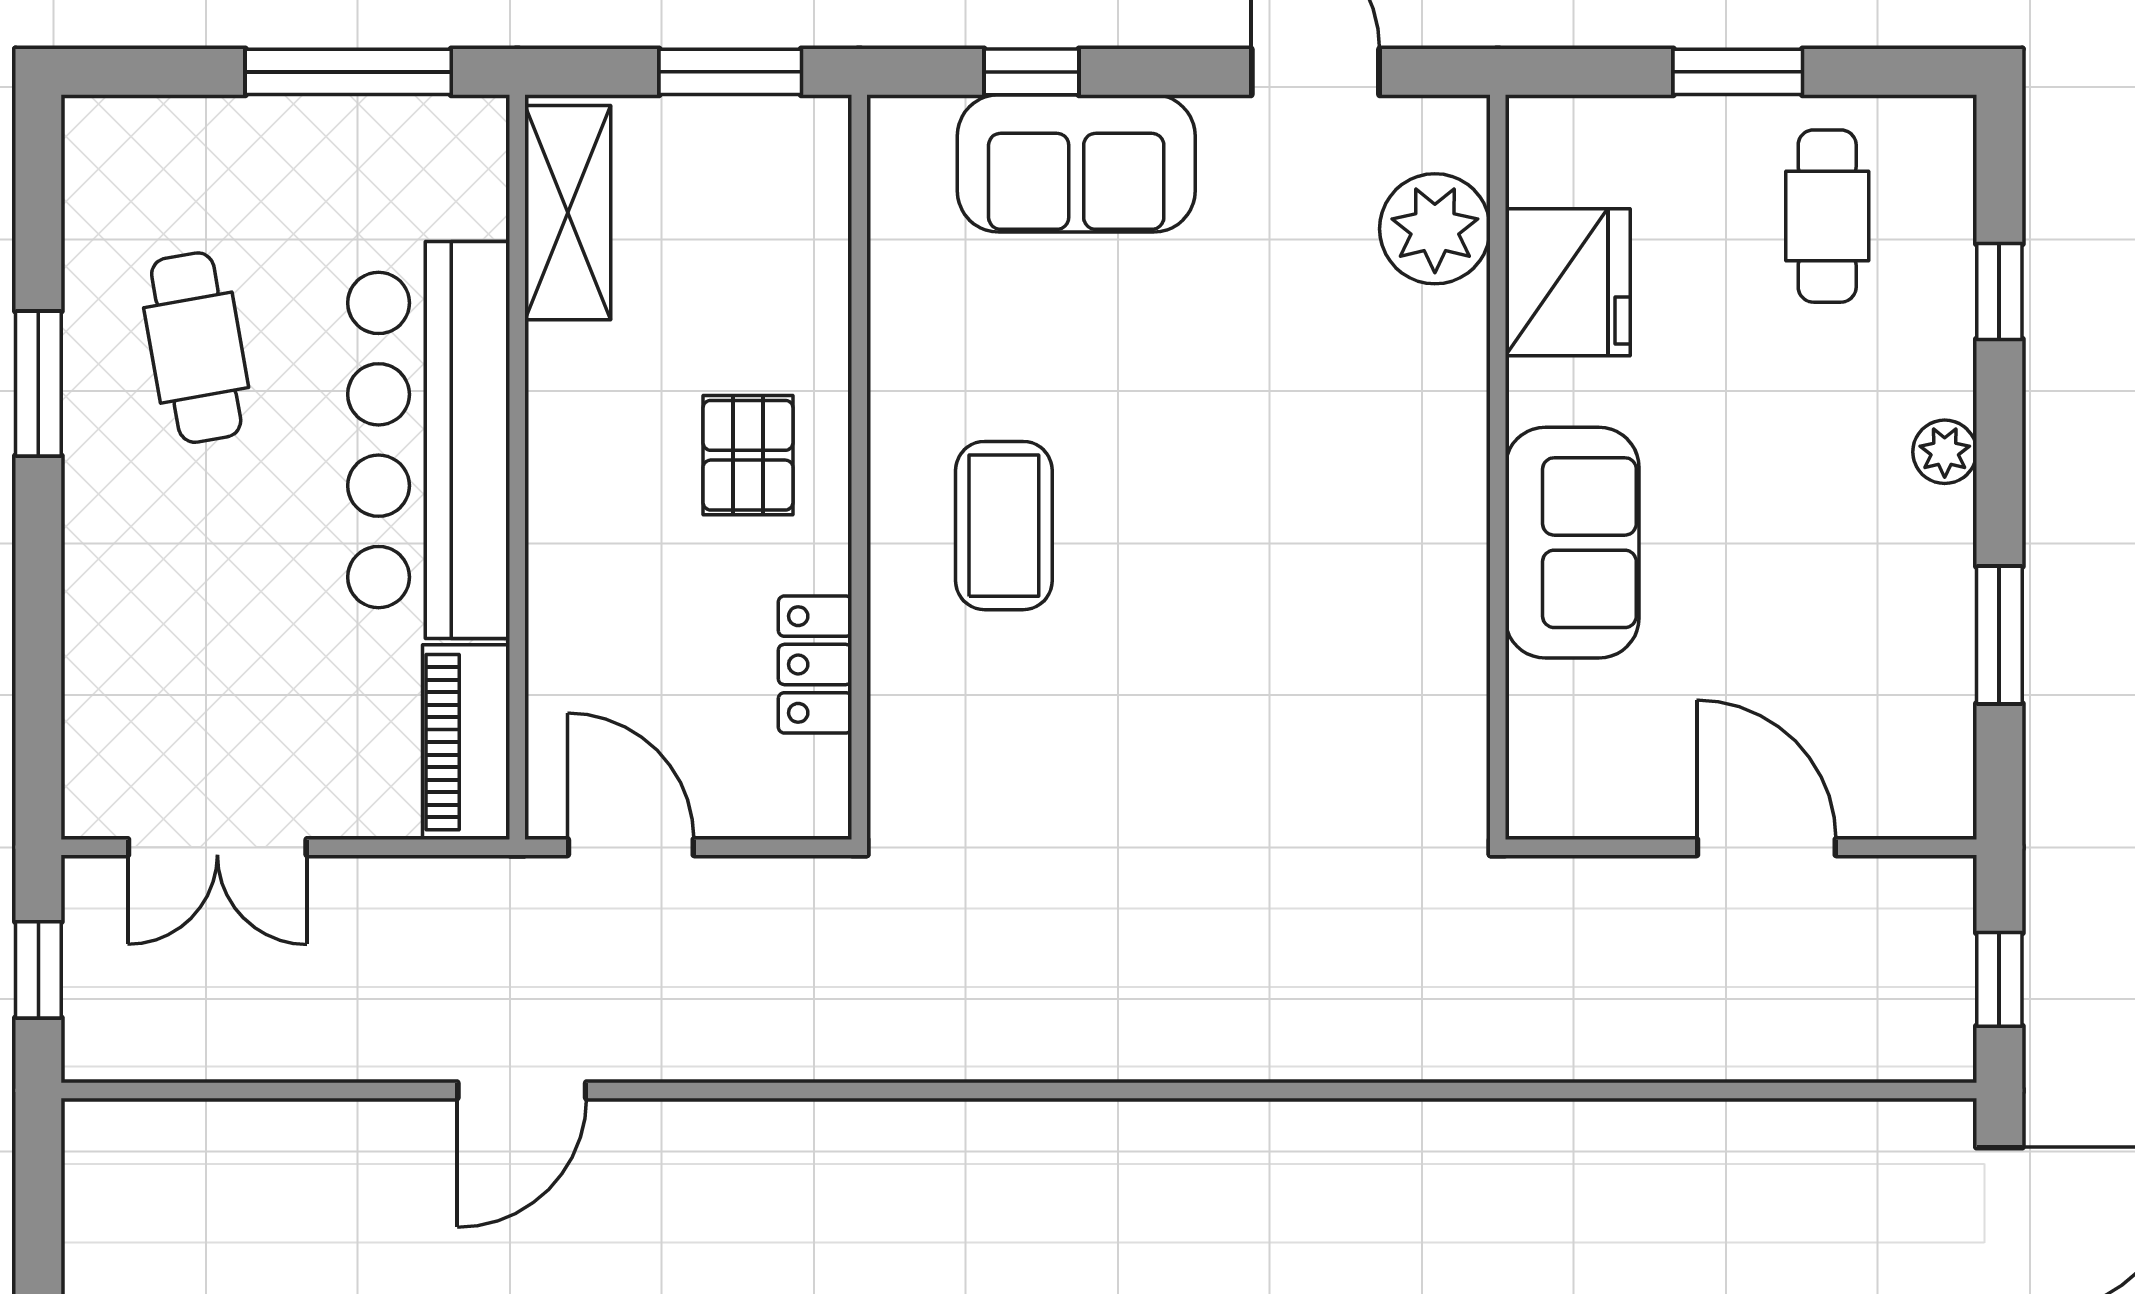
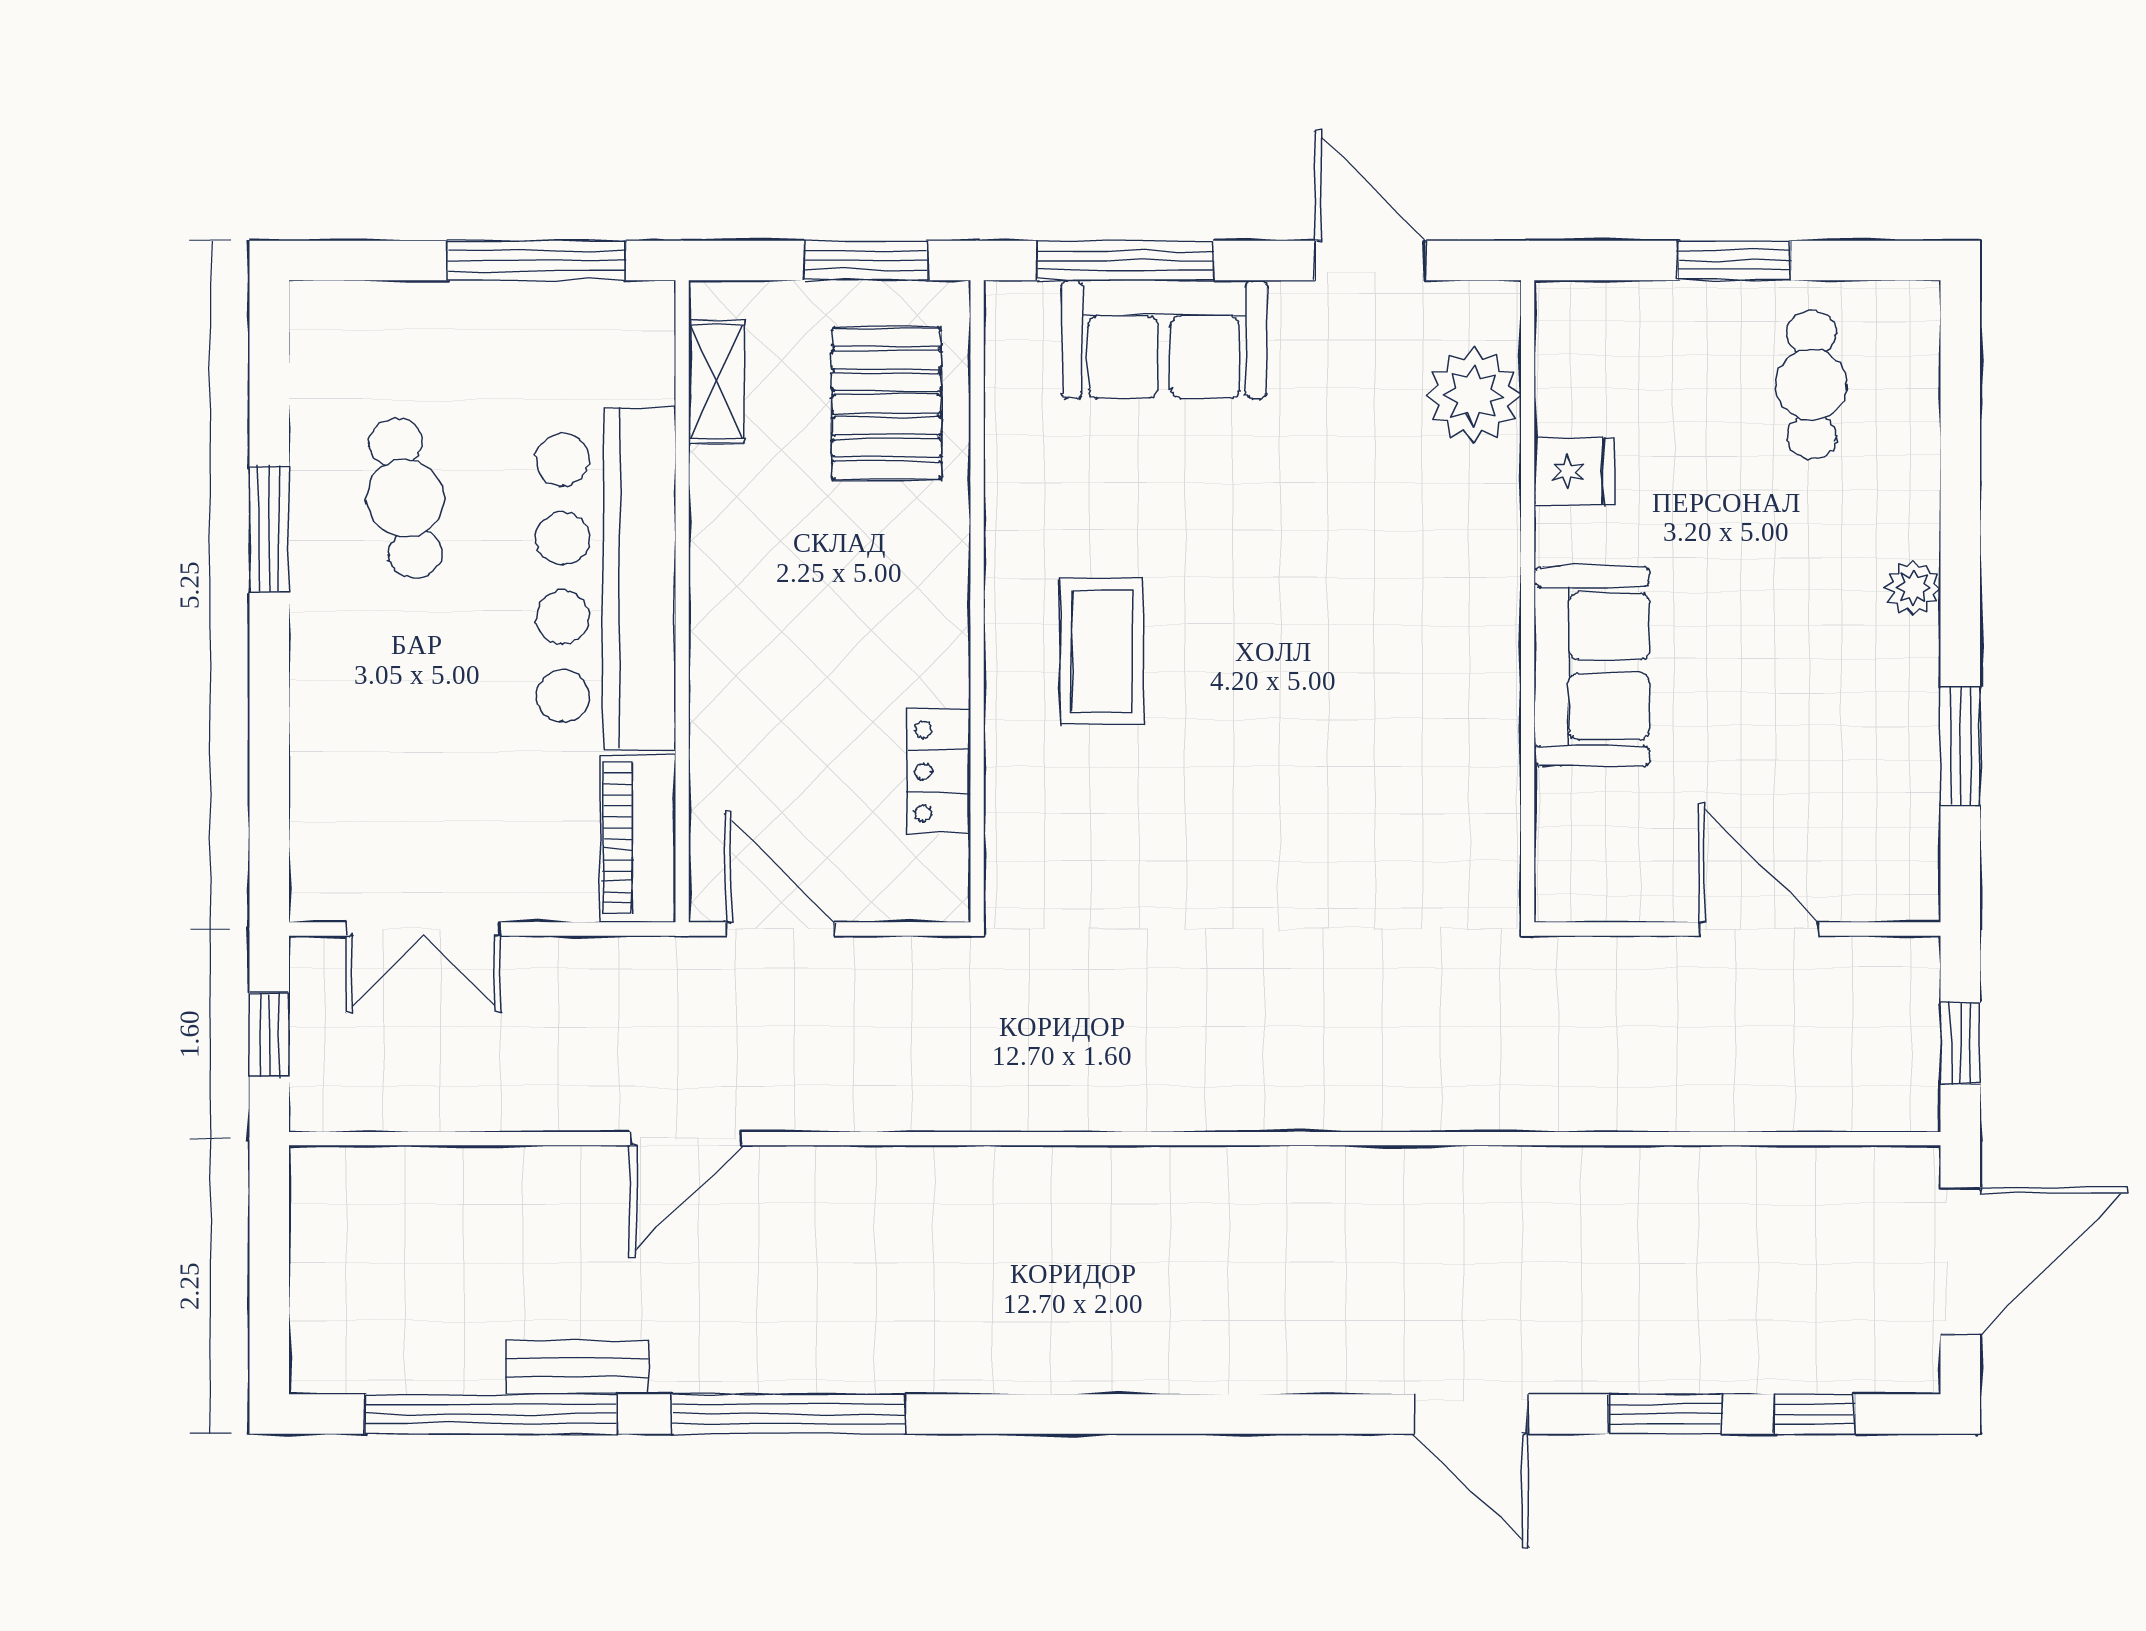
window: (1031, 72) -> (1126, 260), width x2.17
shelving: (568, 213) -> (716, 382), width x0.67, depth x0.75
fridge: (1568, 282) -> (1574, 472), width x0.53, depth x0.75
window: (1999, 292) -> (1960, 450), removed
pallet: (748, 455) -> (886, 404), moved, width x1.50, depth x1.42

